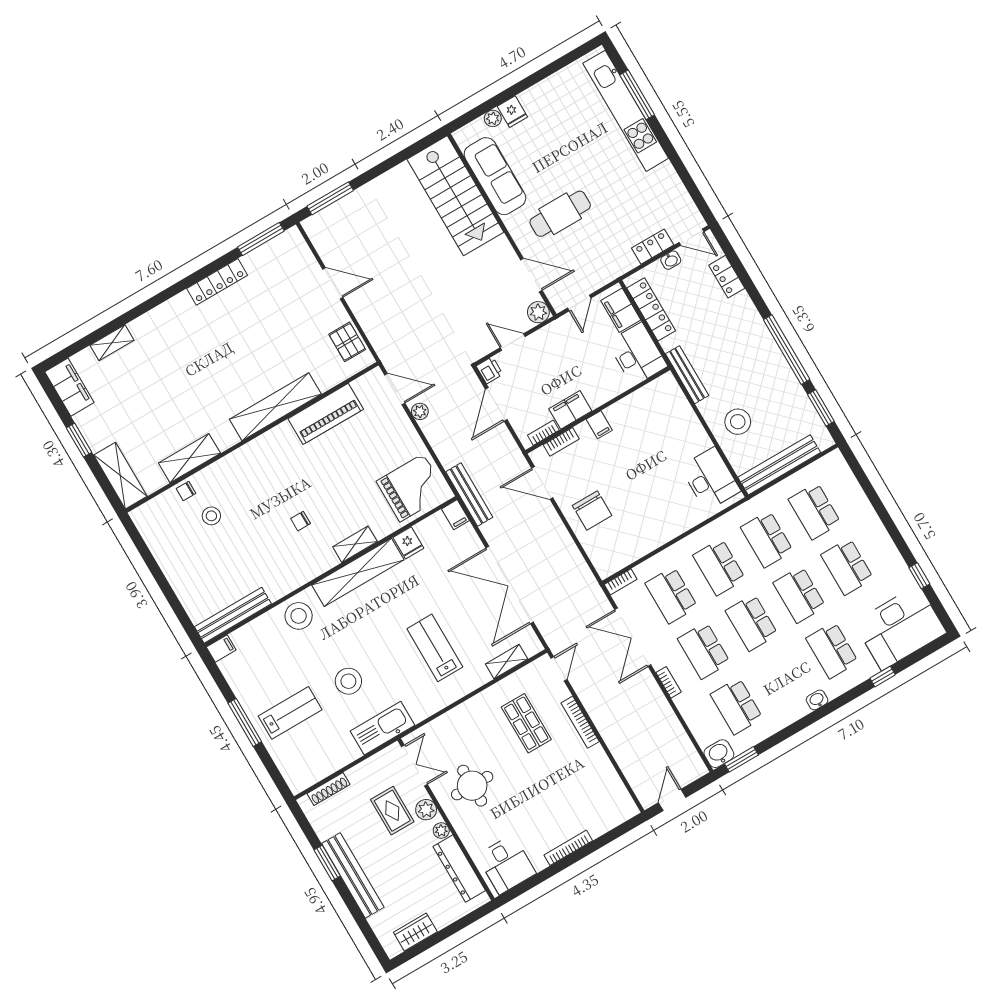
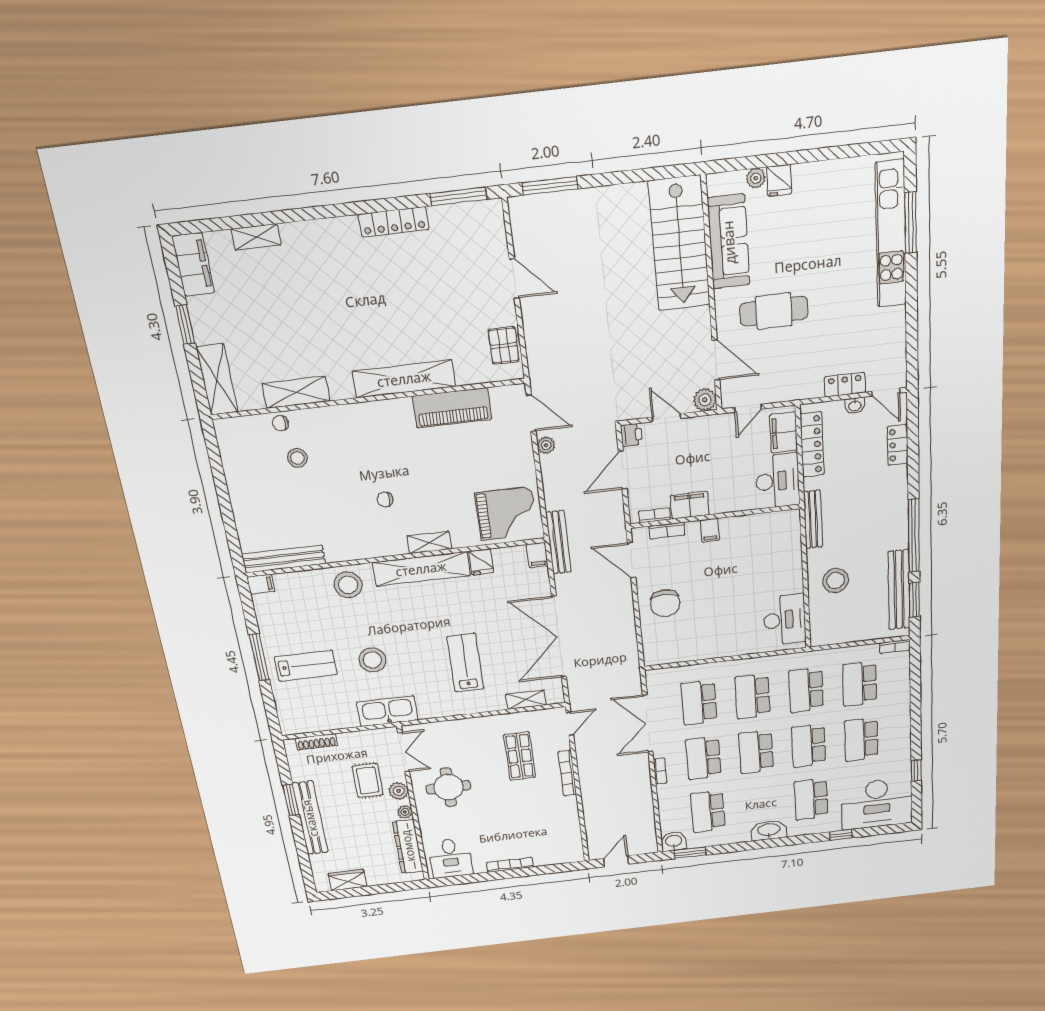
bench: (779, 465) -> (899, 590), moved, turned 90
bookcase: (621, 582) -> (895, 646), moved
washbasin: (817, 700) -> (769, 830), width x1.91, depth x1.45

